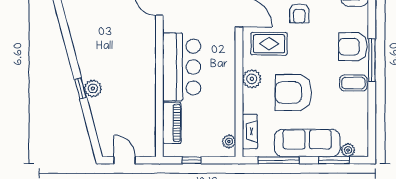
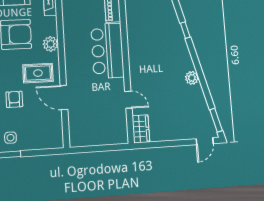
plant: (93, 88) -> (192, 78), moved

